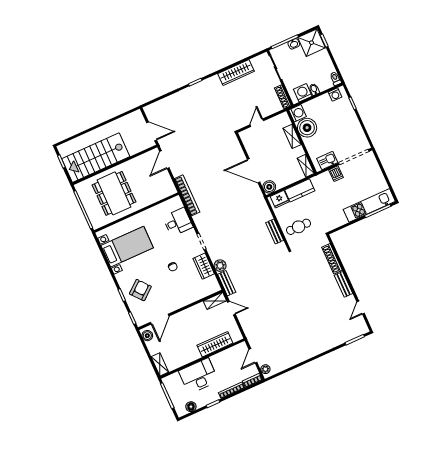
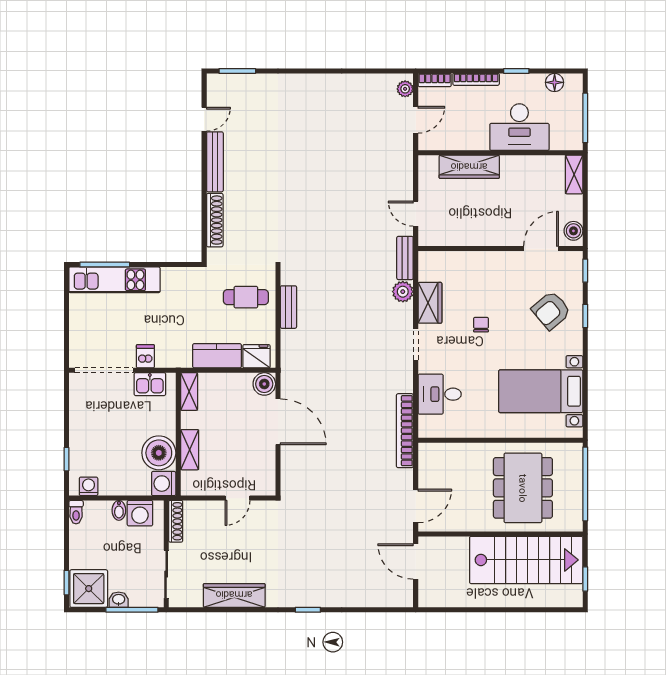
bench: (343, 284) -> (215, 162), width x1.36
shelving: (215, 301) -> (437, 238), removed

